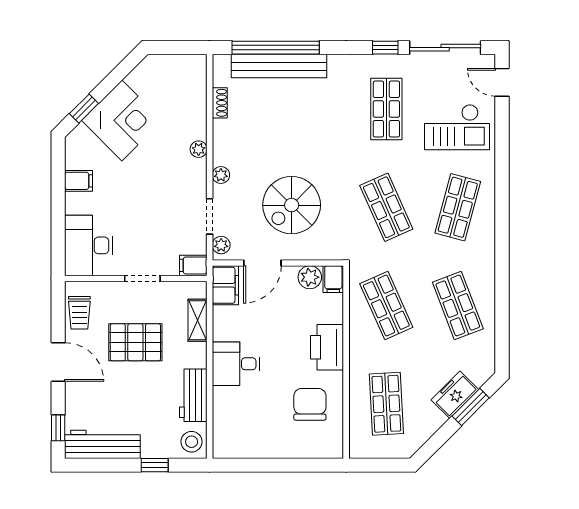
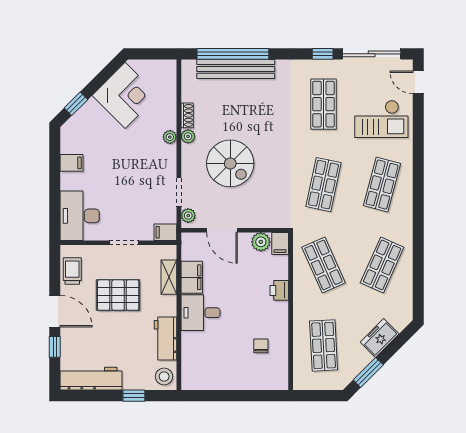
shoe rack: (220, 103) -> (187, 115), moved
corner desk: (122, 120) -> (125, 95), moved
plant: (221, 175) -> (188, 136), moved
spiral stairs: (292, 205) -> (230, 163), moved, turned -90
shop shelf: (386, 207) -> (324, 185), turned 36
door: (262, 263) -> (222, 230), hinge flipped
filing cabinet: (225, 285) -> (192, 277), moved
shop shelf: (458, 305) -> (382, 265), turned 45
trolley: (79, 313) -> (72, 271), turned 180
printer: (327, 347) -> (279, 290), width x0.53, depth x0.68
chair: (310, 404) -> (261, 346), width x0.54, depth x0.54
window: (471, 407) -> (368, 372), moved
window: (58, 428) -> (55, 347), moved

